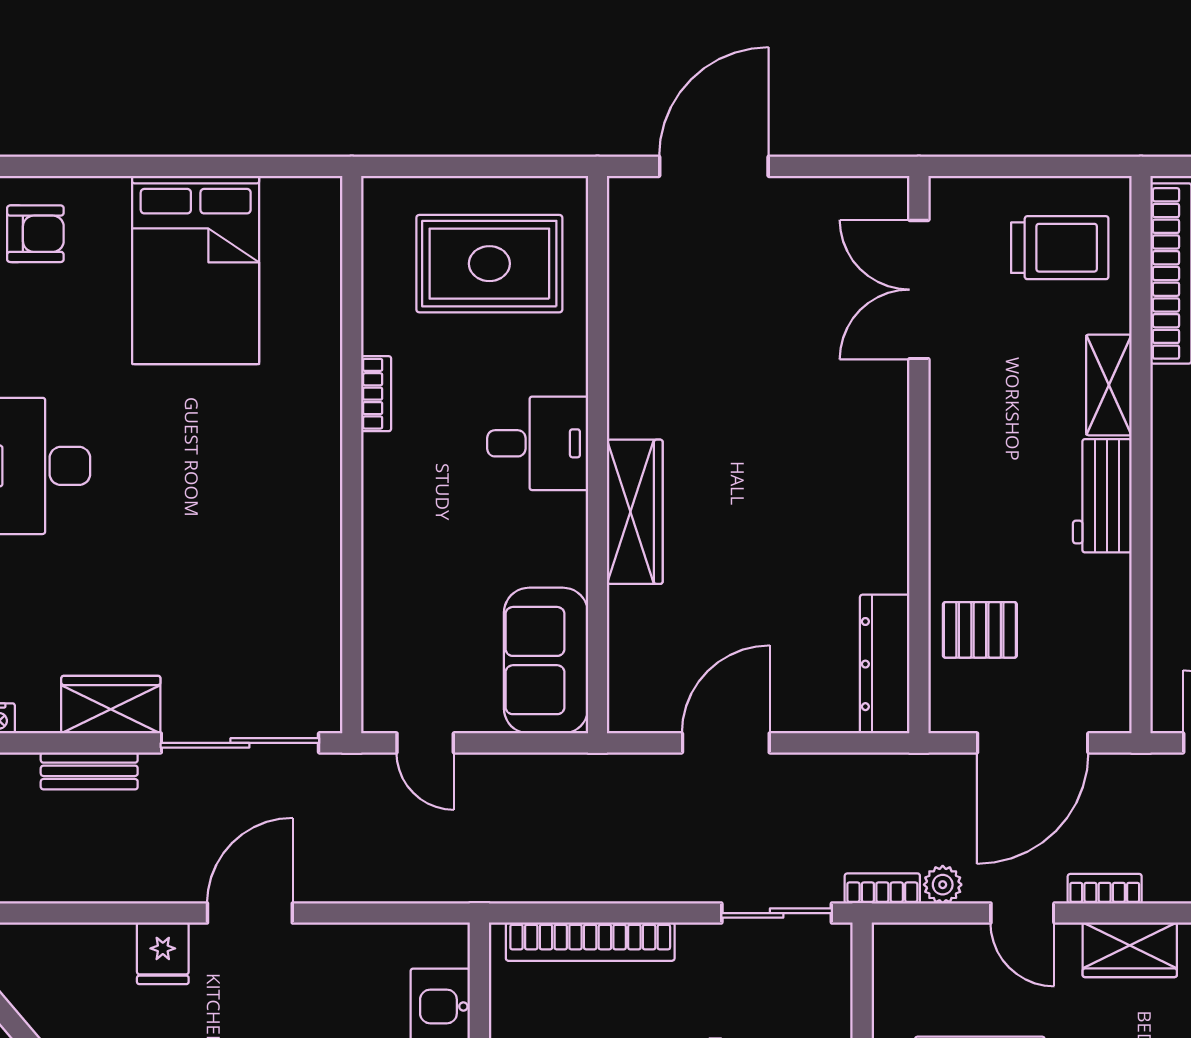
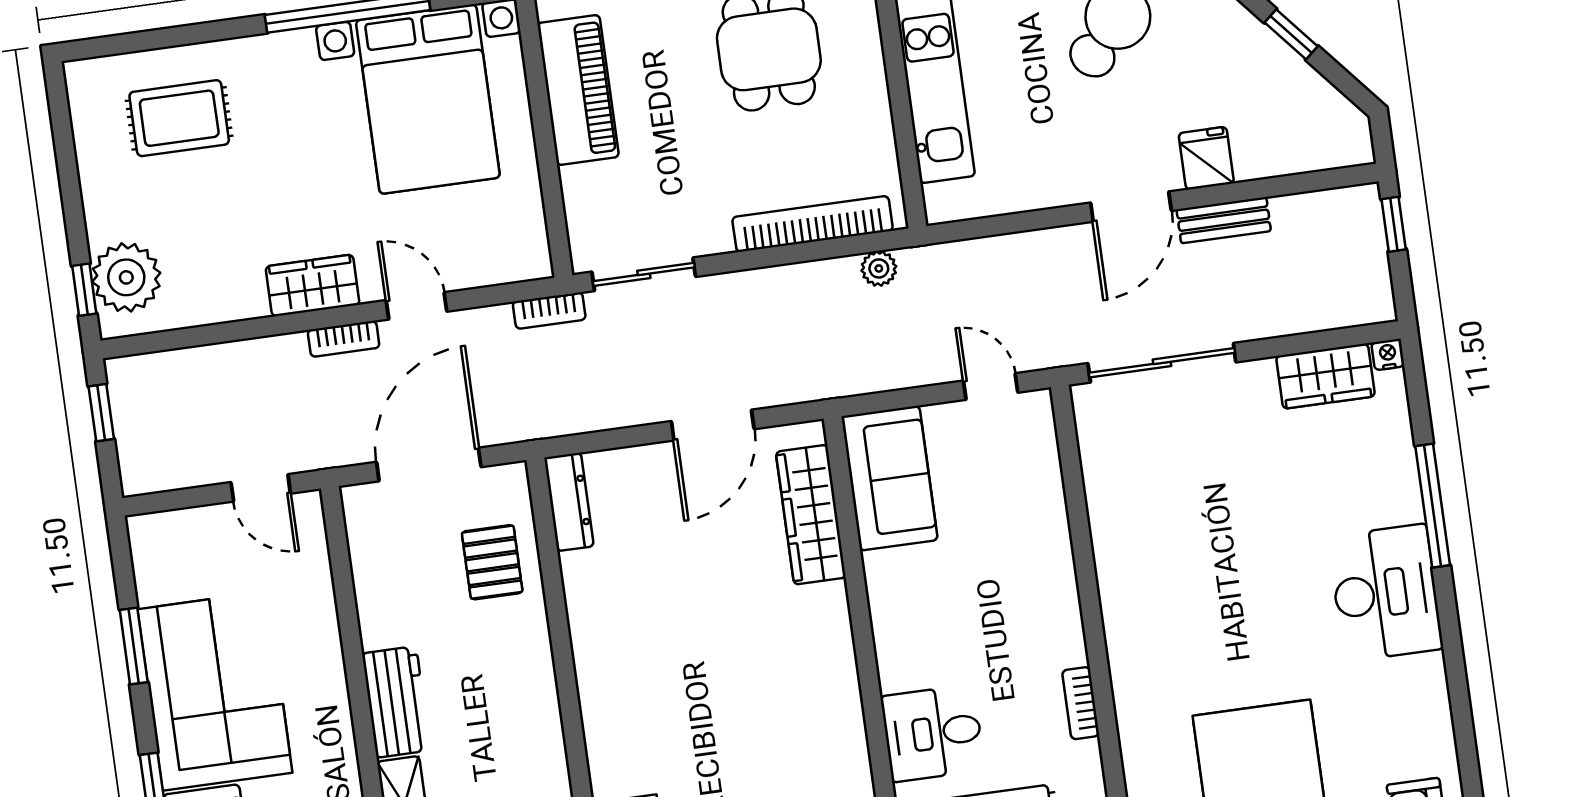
desk: (538, 443) -> (933, 733), moved
wardrobe: (635, 512) -> (811, 515), moved
pallet: (980, 630) -> (492, 562), turned 90
dresser: (885, 664) -> (569, 502), width x0.73, depth x0.80
wardrobe: (111, 705) -> (1325, 376), moved
bench: (89, 771) -> (1224, 220), moved
plant: (943, 885) -> (879, 268), moved

